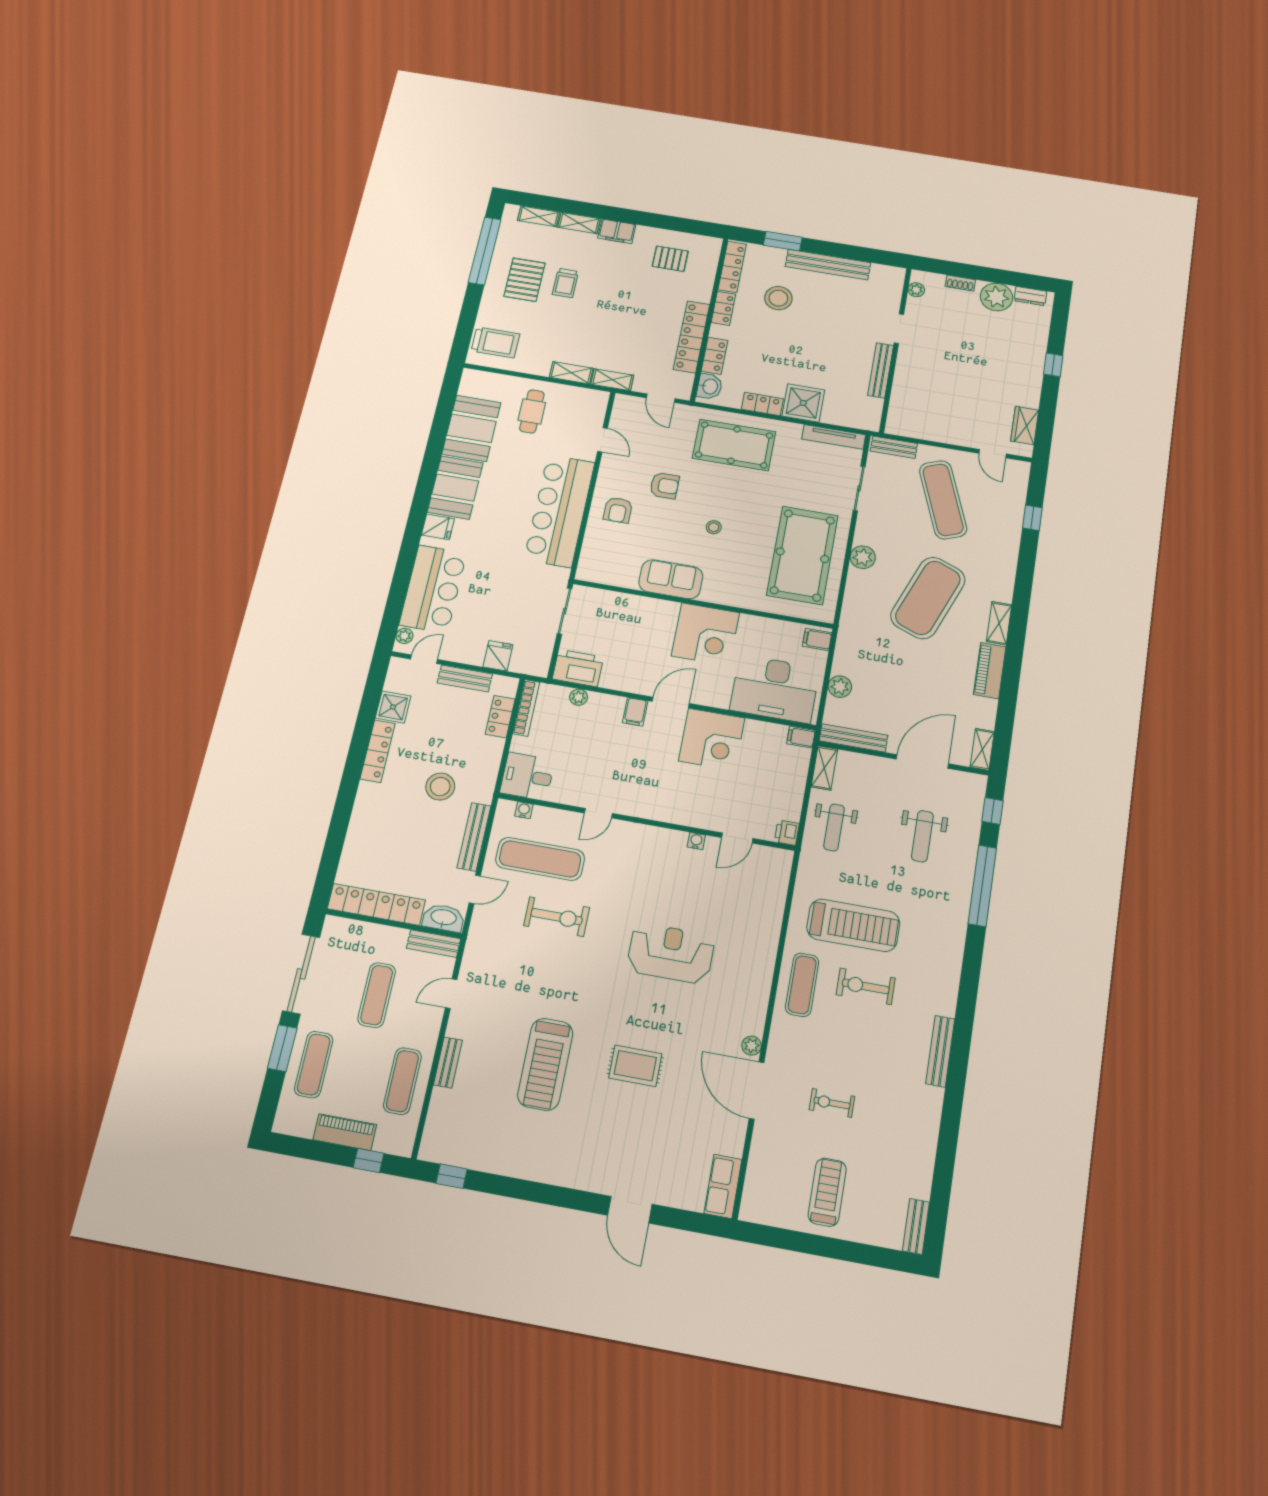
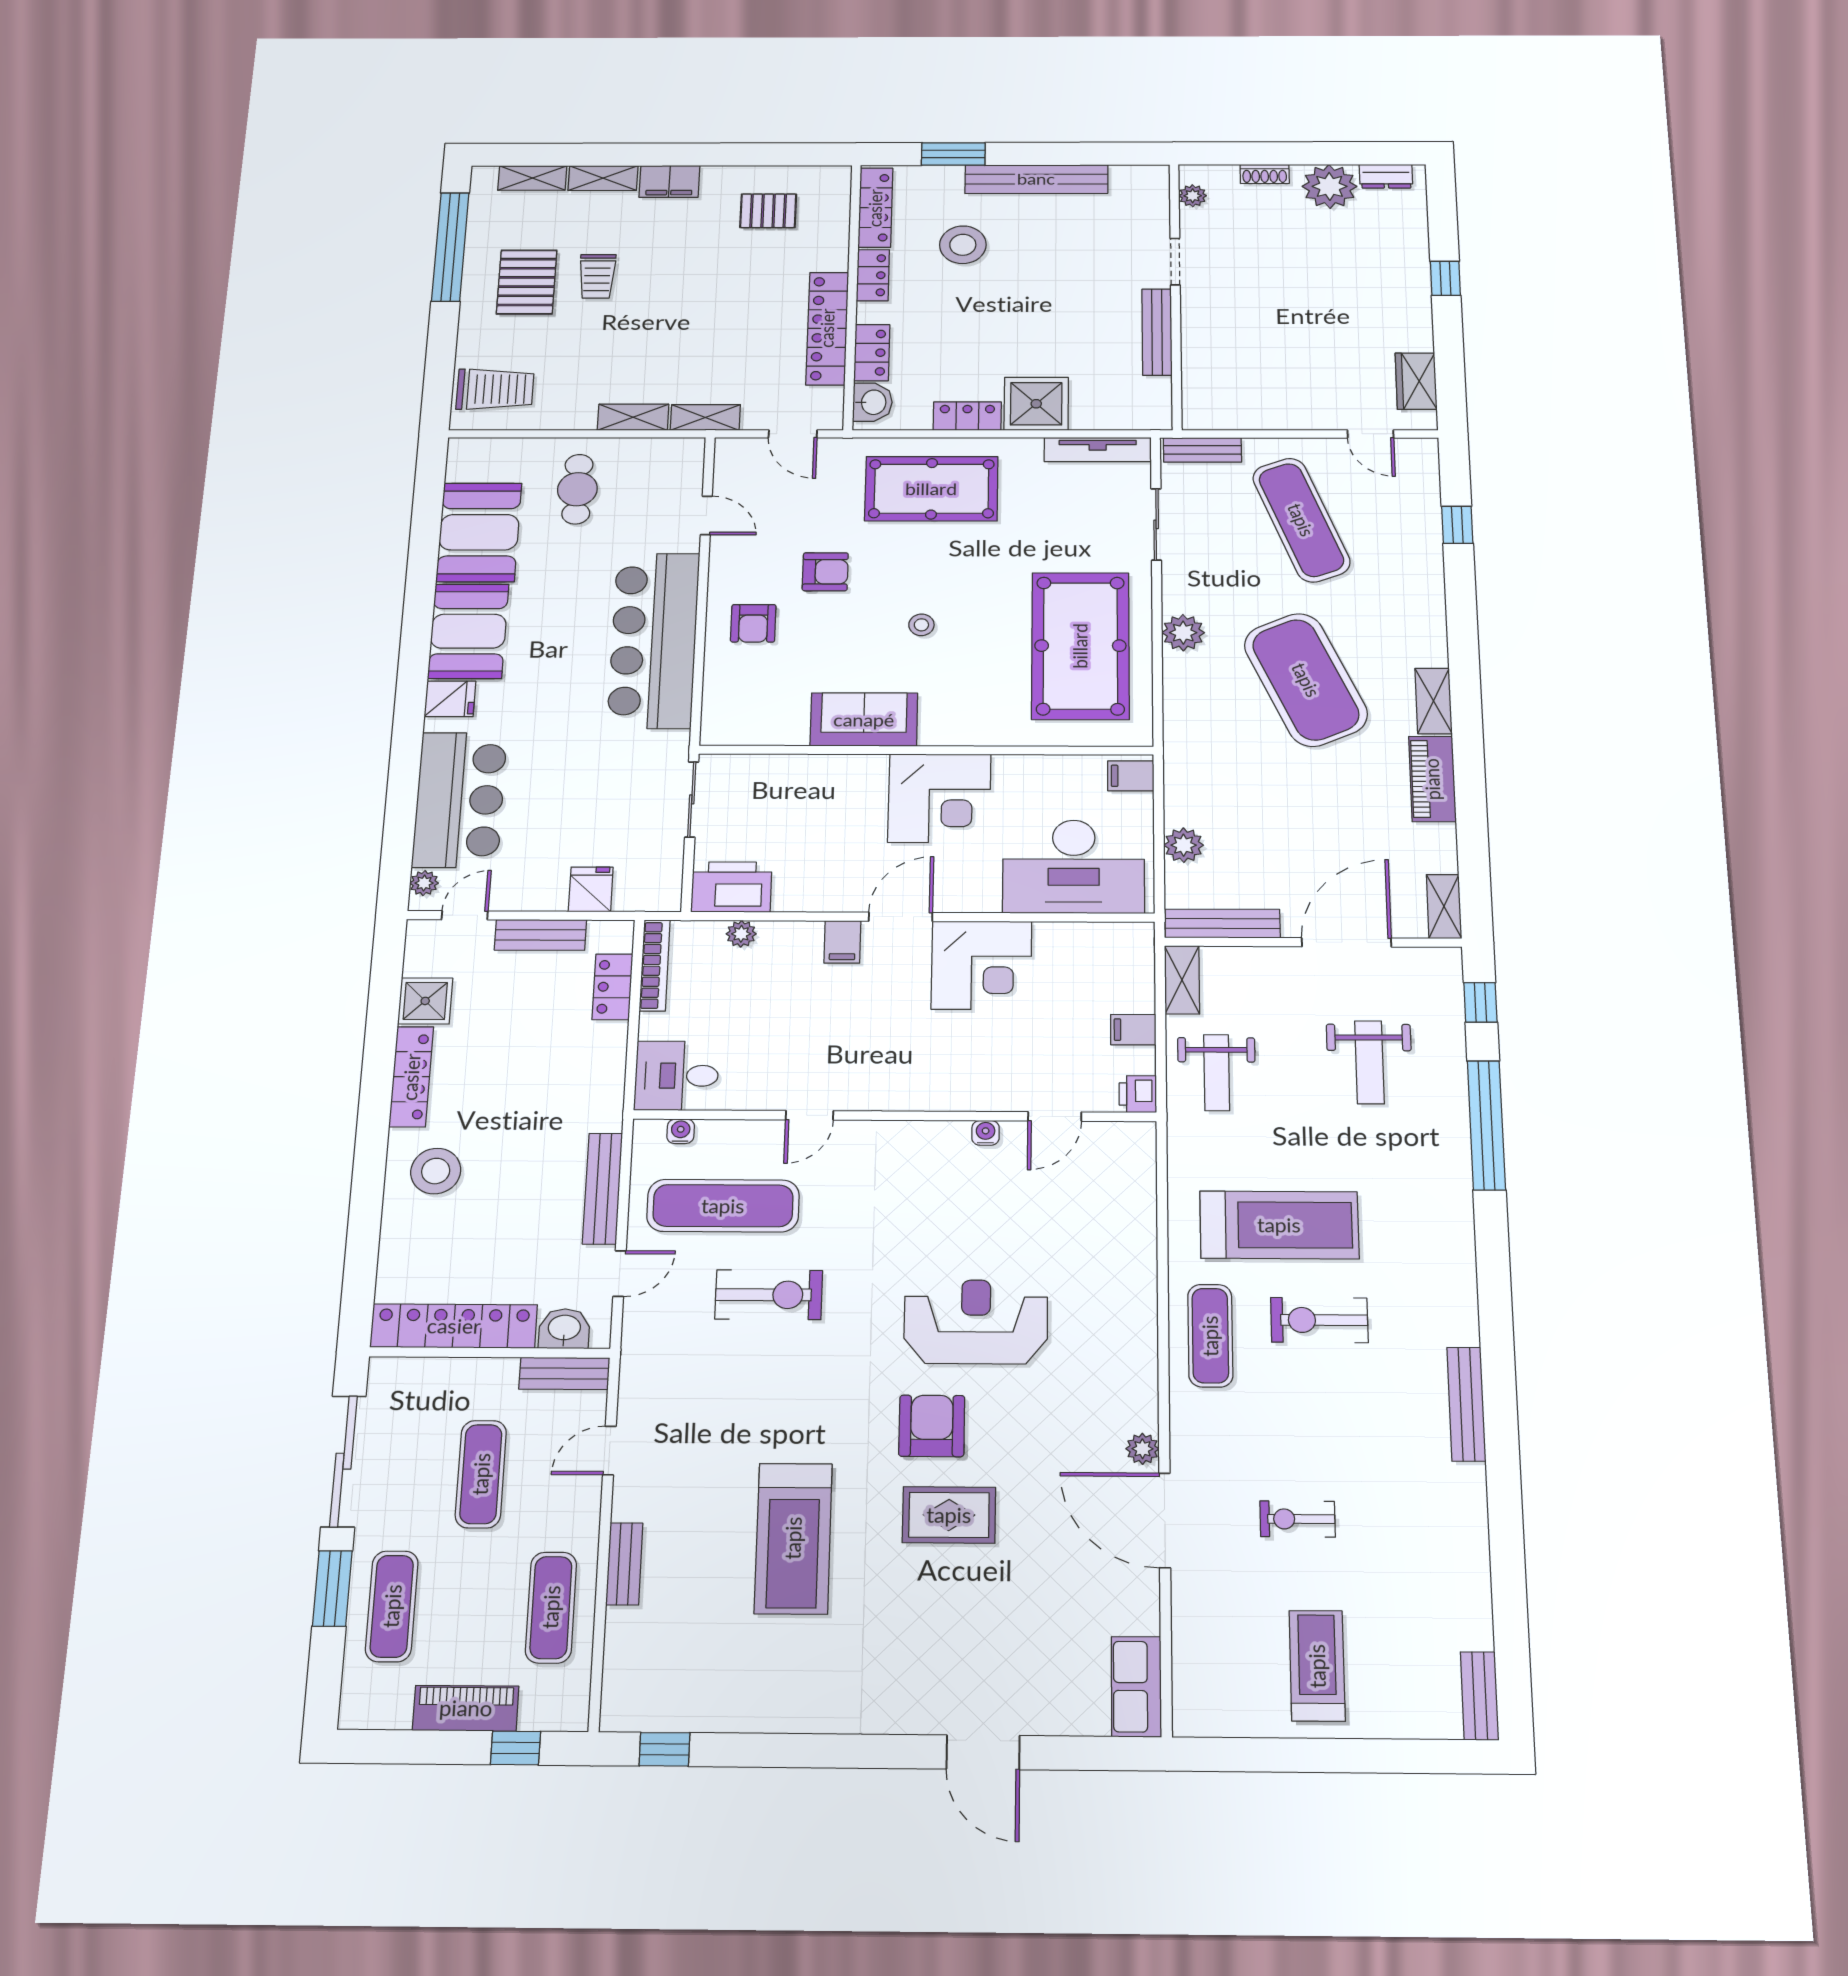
exercise mat: (928, 598) -> (1306, 680), turned -45
filing cabinet: (801, 737) -> (1133, 1030), moved
stool: (440, 787) -> (436, 1171), moved
washbasin: (443, 918) -> (564, 1329), width x0.72
armchair: (635, 1011) -> (932, 1426), added

